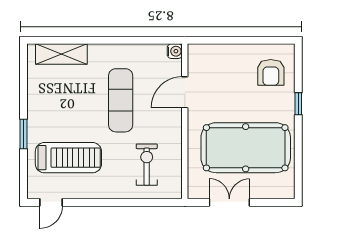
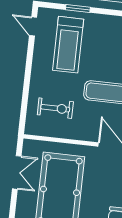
window: (24, 134) -> (78, 9), moved

